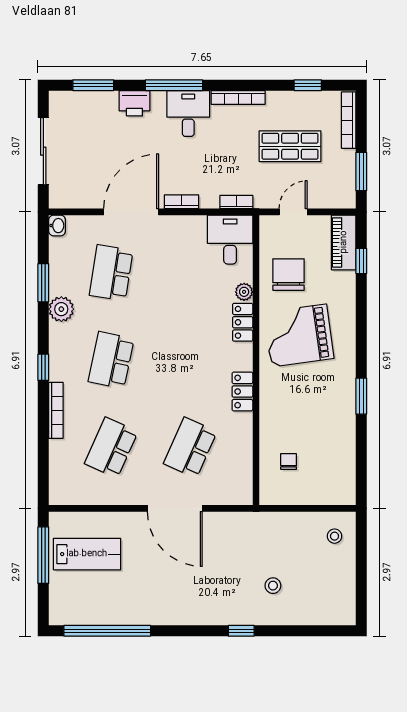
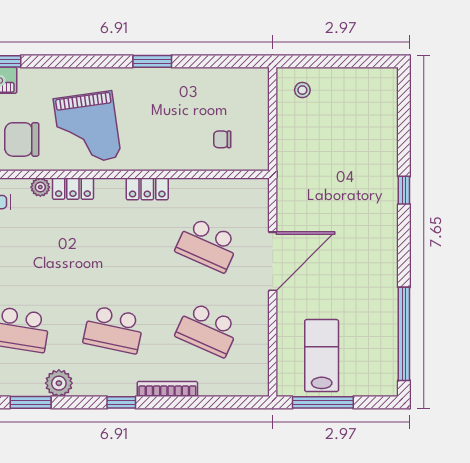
stool: (273, 586) -> (355, 156), removed

